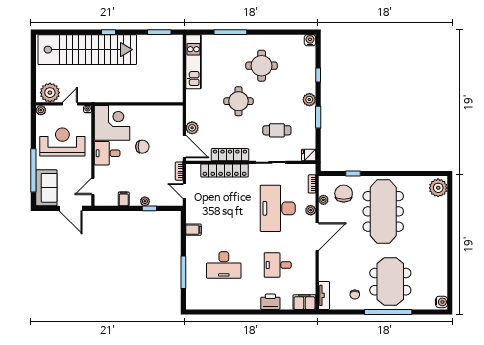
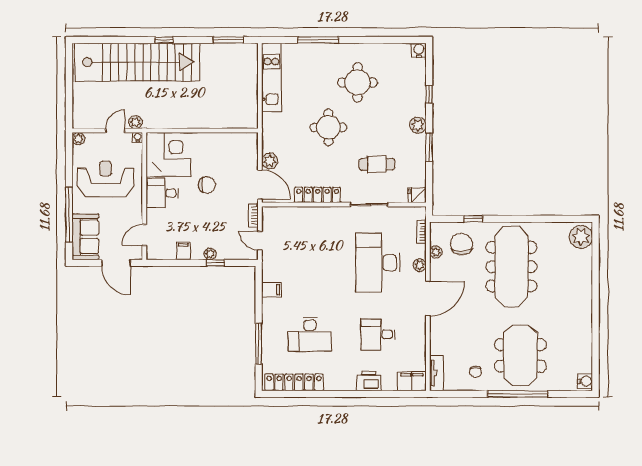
plant: (50, 93) -> (135, 122), moved, width x0.53, depth x0.53
locker: (225, 170) -> (294, 382), moved, turned 180

